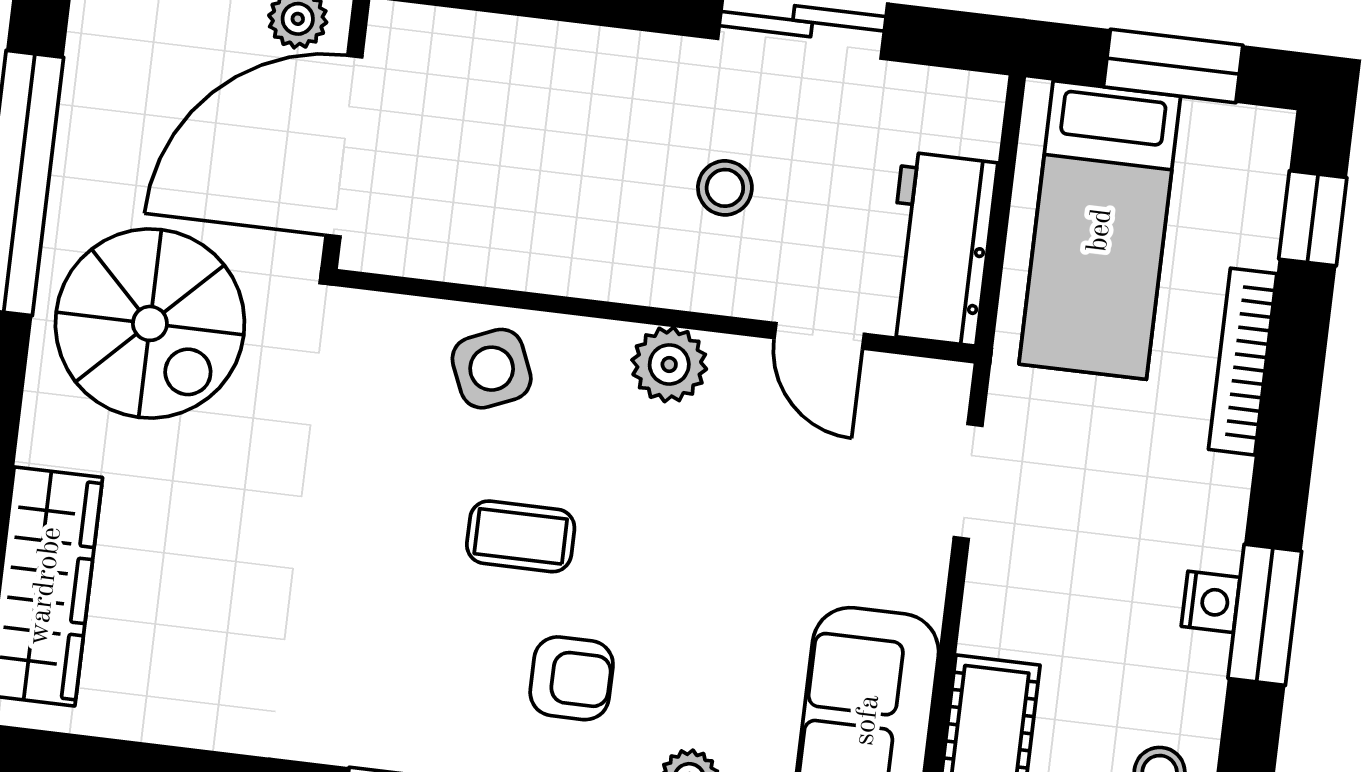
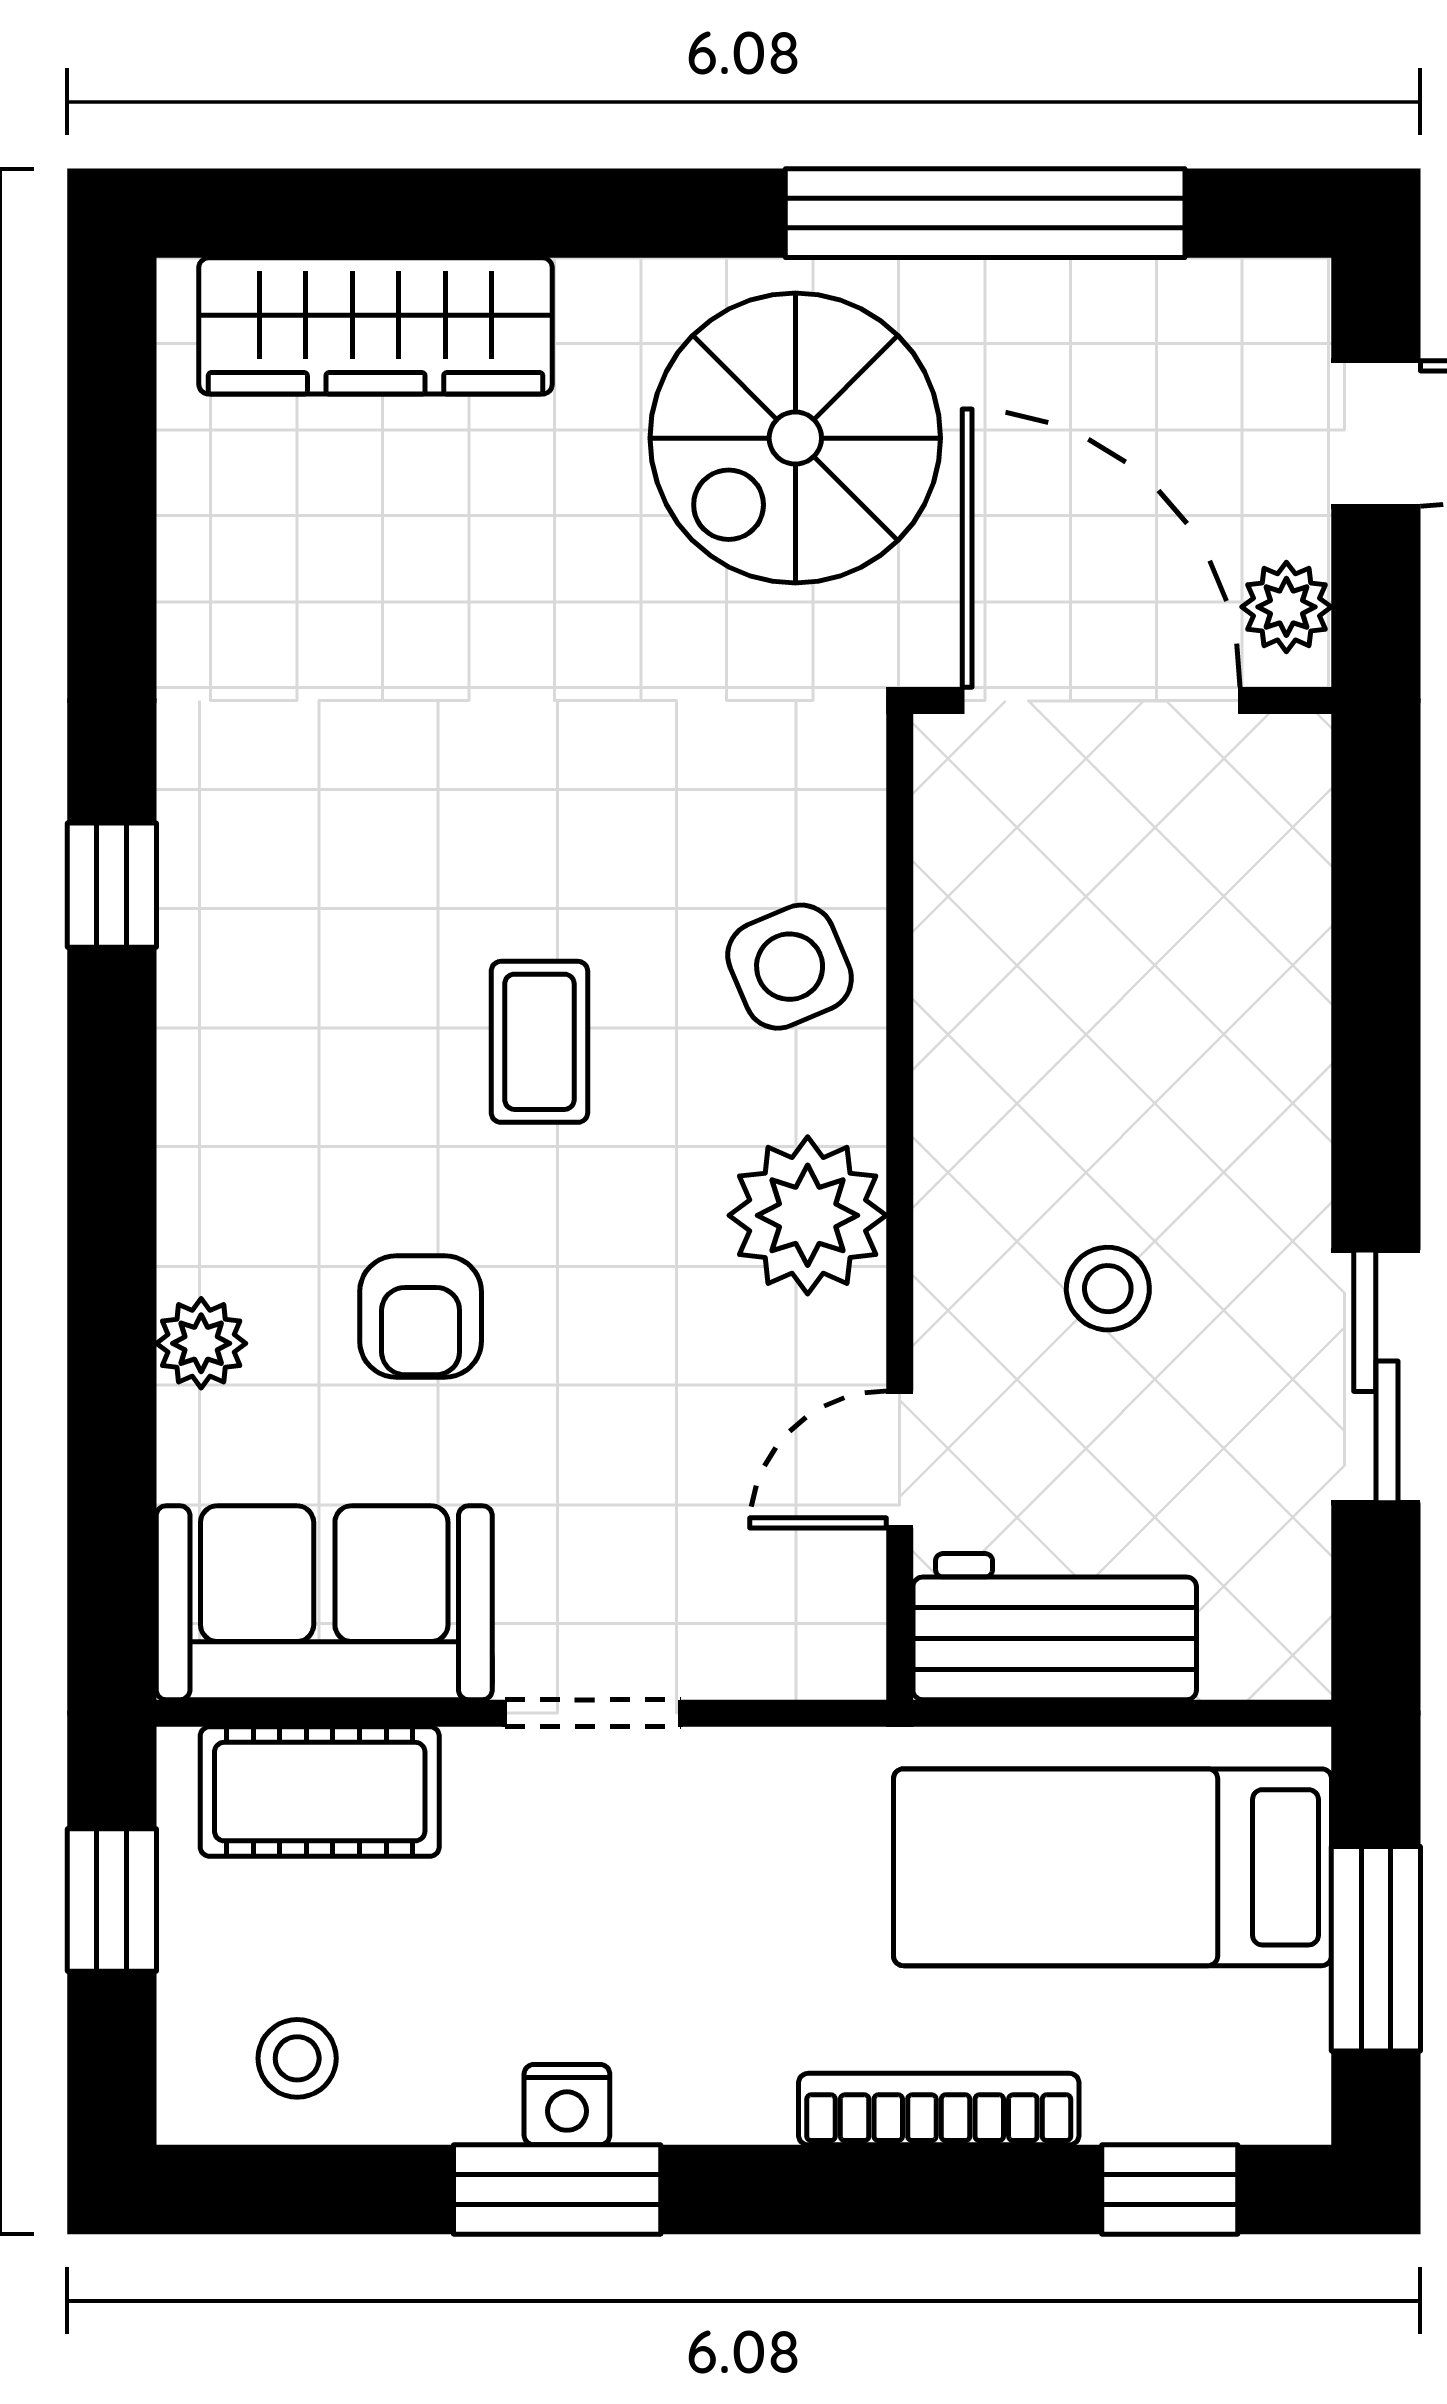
plant: (669, 364) -> (808, 1215), width x1.36, depth x1.36
doorway: (968, 481) -> (593, 1713), moved
armchair: (572, 678) -> (421, 1317), moved

